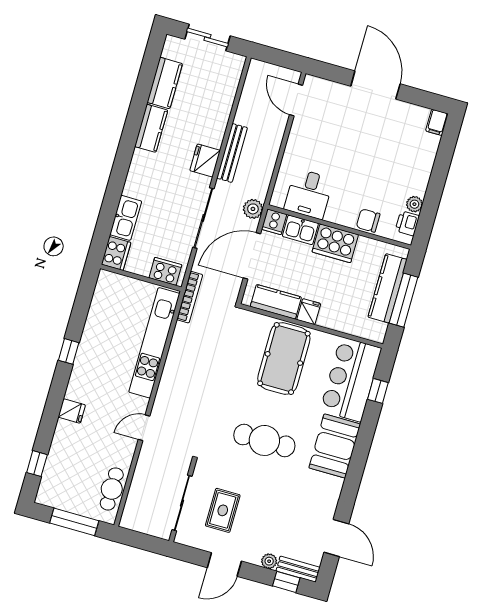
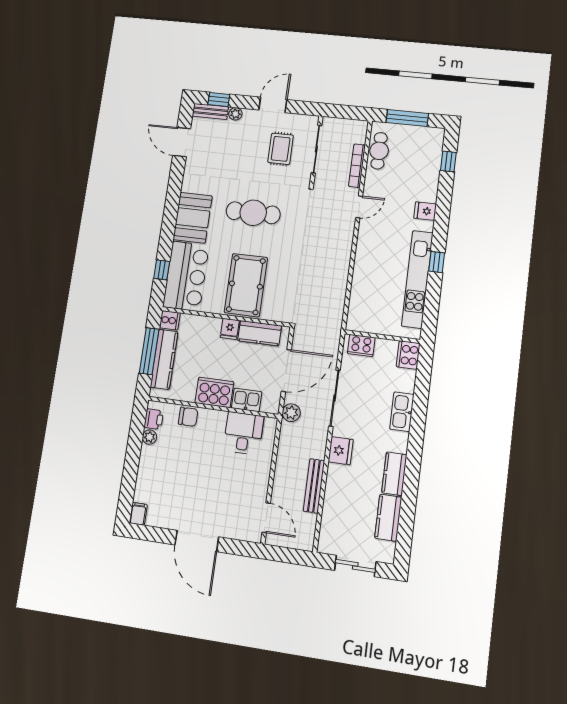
bench: (232, 153) -> (314, 486), moved
kitchen sink: (126, 218) -> (402, 412), moved
cooker: (274, 222) -> (170, 320), moved, turned 90
bookcase: (190, 297) -> (357, 166), moved
kitchen unit: (154, 343) -> (417, 279), moved, turned 180

